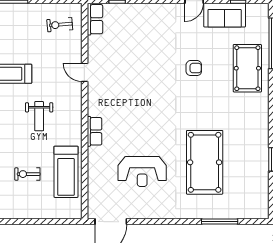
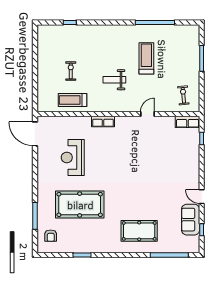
armchair: (194, 68) -> (51, 236), moved
pool table: (247, 68) -> (139, 231), moved
treadmill: (66, 172) -> (72, 100), width x0.73, depth x0.73

